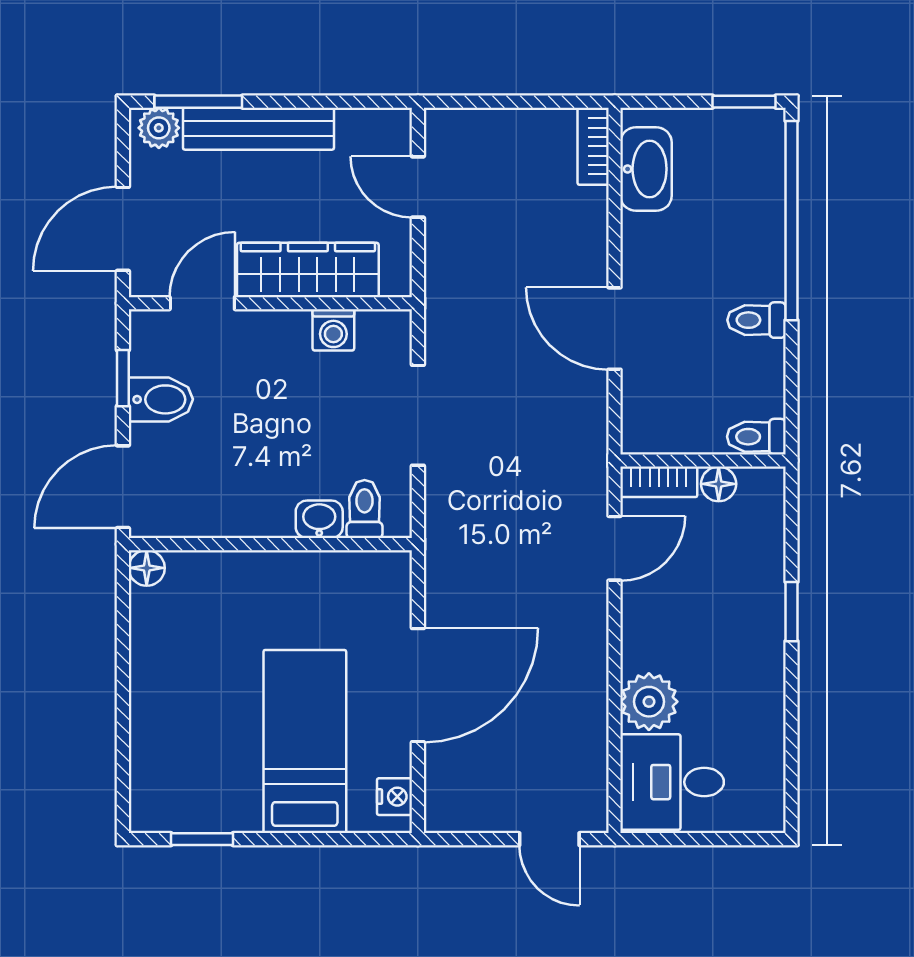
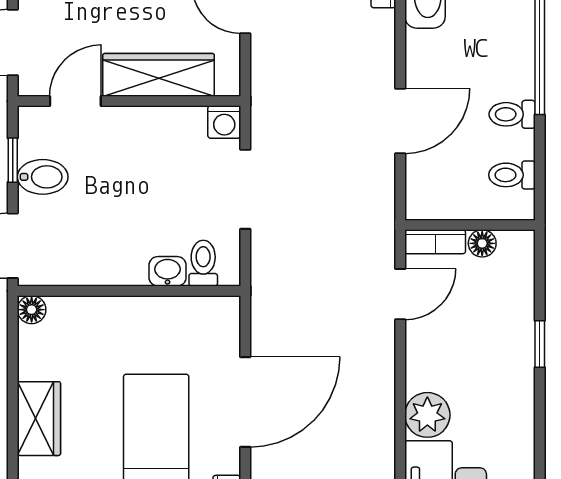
door: (615, 329) -> (400, 121), swing flipped
washing machine: (333, 330) -> (224, 122), moved
toilet: (756, 437) -> (512, 175), moved
wardrobe: (156, 706) -> (39, 419), added

